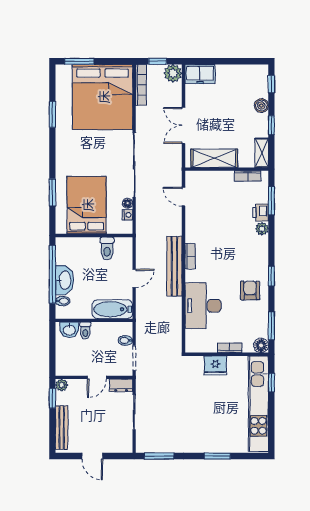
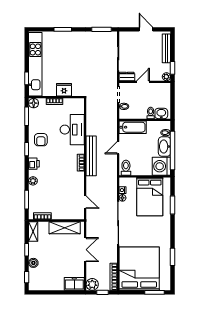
printer: (261, 213) -> (34, 164), moved
toilet: (107, 248) -> (126, 168), moved
washing machine: (69, 251) -> (161, 166), added

